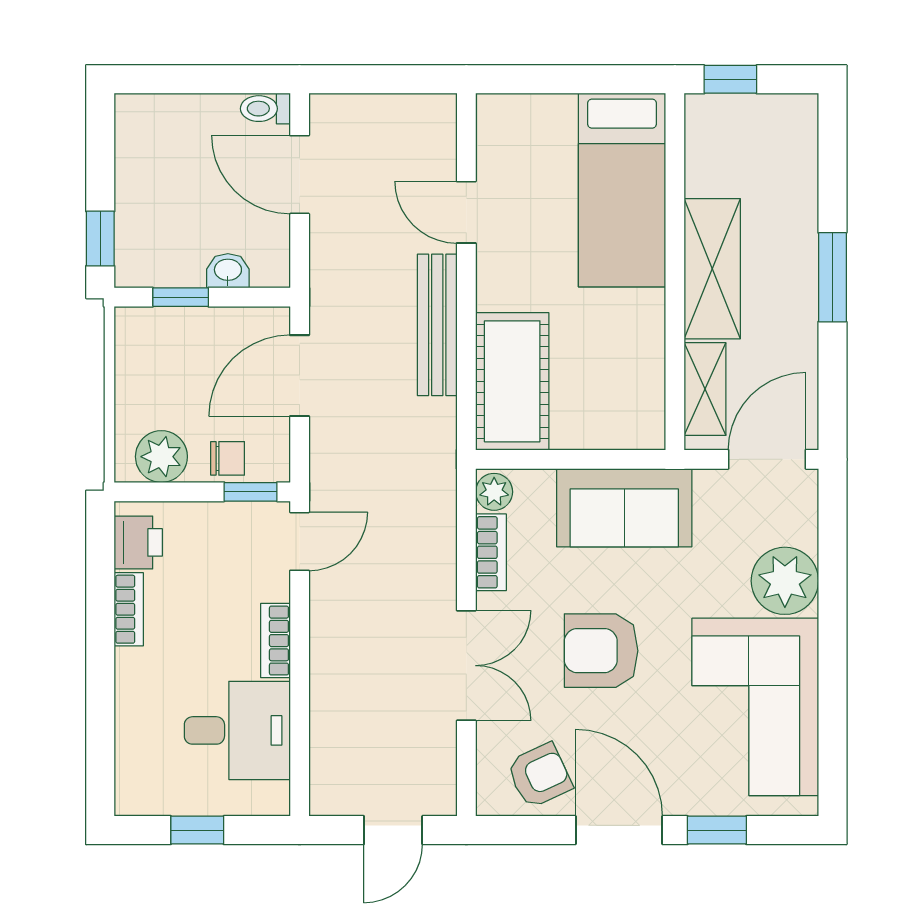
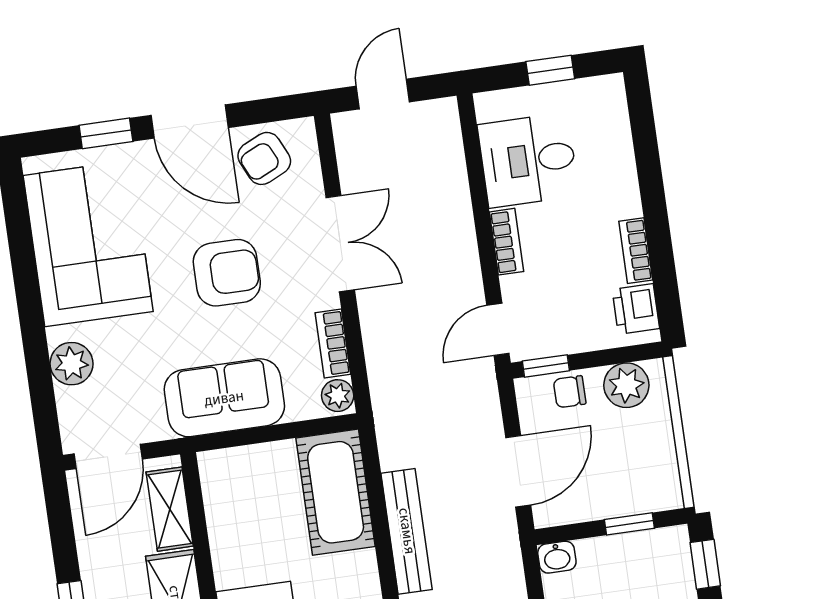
washbasin: (228, 271) -> (557, 557), moved
plant: (785, 581) -> (72, 364), width x0.73, depth x0.73
double door: (466, 666) -> (340, 244), swing flipped

